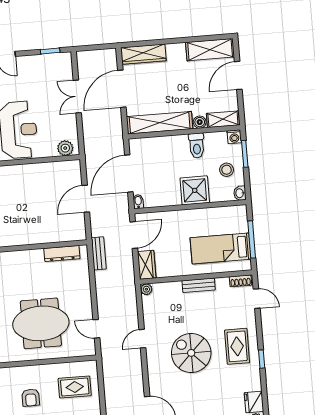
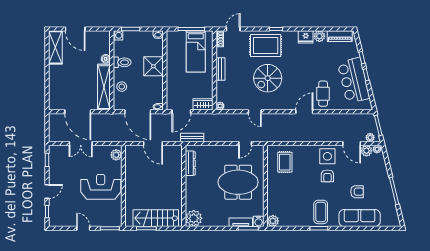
wardrobe: (143, 54) -> (55, 95), removed
shelving: (223, 119) -> (105, 42), removed
stool: (227, 170) -> (122, 87), moved
door: (134, 235) -> (181, 112), swing flipped
meeting table: (41, 323) -> (238, 182), turned 90
rug: (237, 346) -> (266, 45), width x1.36, depth x1.43
armchair: (31, 398) -> (290, 194), removed

